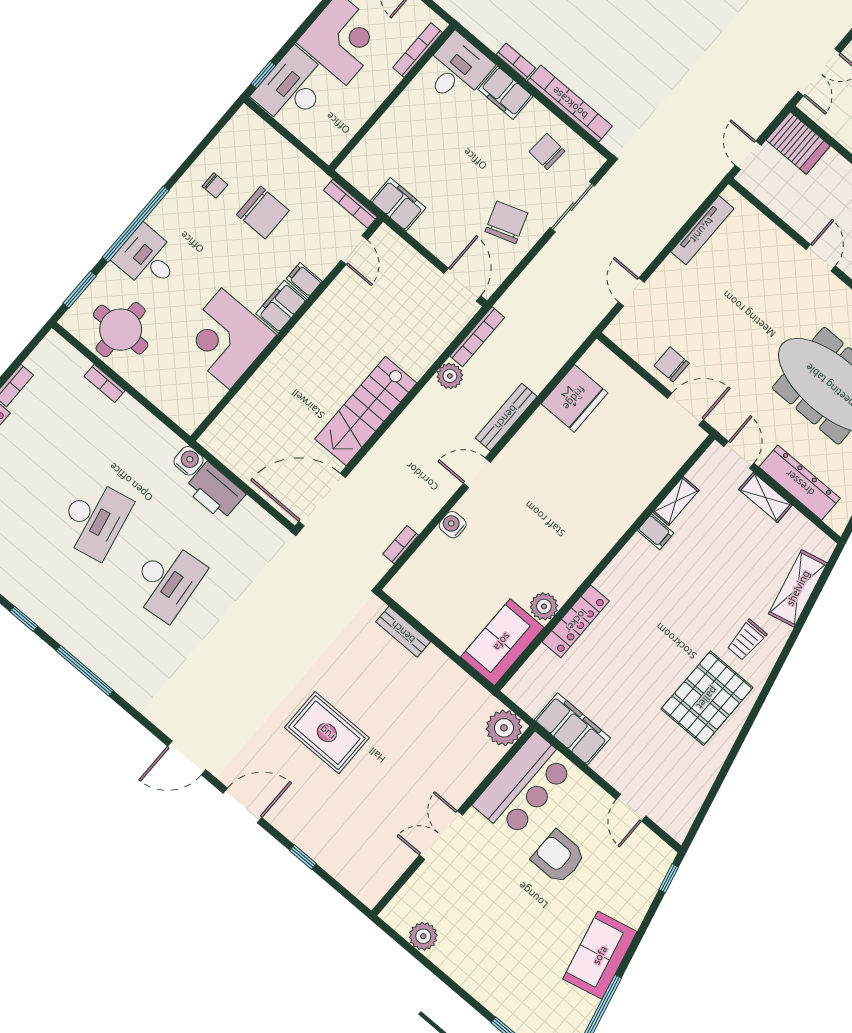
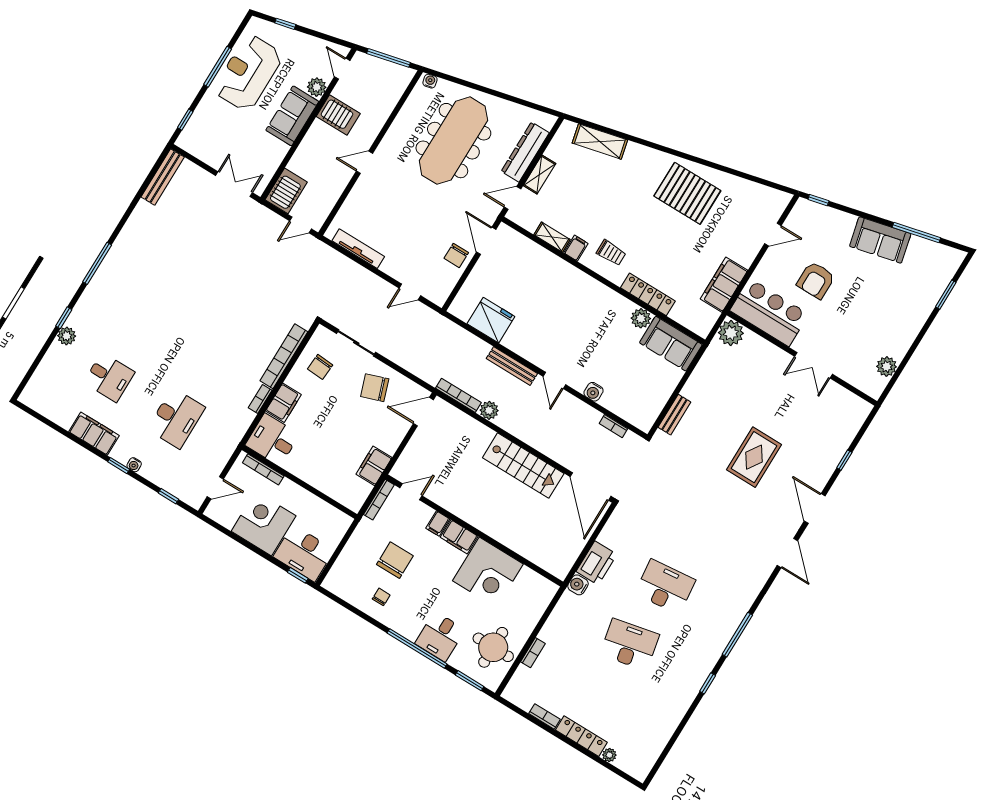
trolley: (747, 640) -> (611, 253), moved

